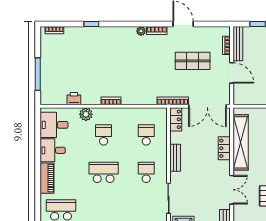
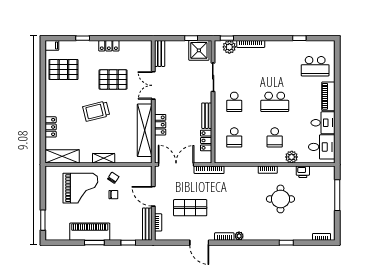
round table: (98, 70) -> (280, 199), added
locker: (176, 119) -> (206, 140), moved

